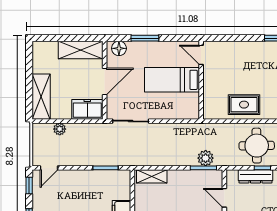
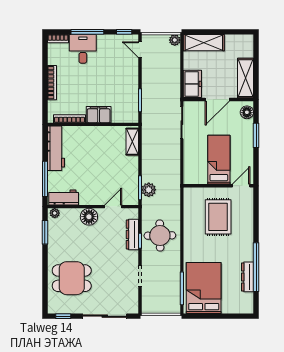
door: (105, 82) -> (217, 100), hinge flipped
rug: (244, 105) -> (218, 217), moved, width x1.36, depth x1.43
plant: (60, 129) -> (175, 40), moved

